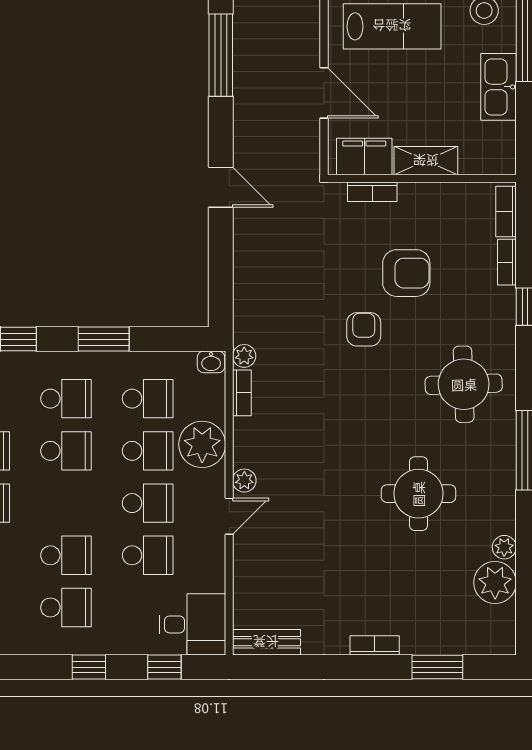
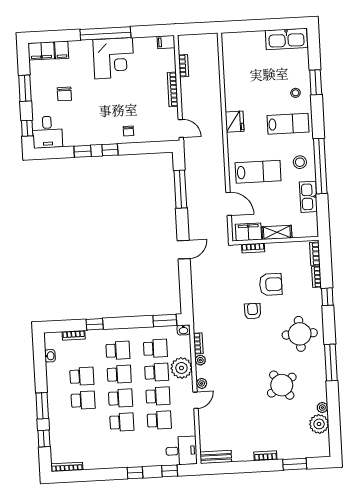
door: (221, 187) -> (184, 250), hinge flipped
window: (104, 339) -> (165, 320), moved
plant: (244, 356) -> (200, 360), moved
round table: (418, 494) -> (282, 385), turned -35
school desk: (66, 607) -> (121, 398), moved

